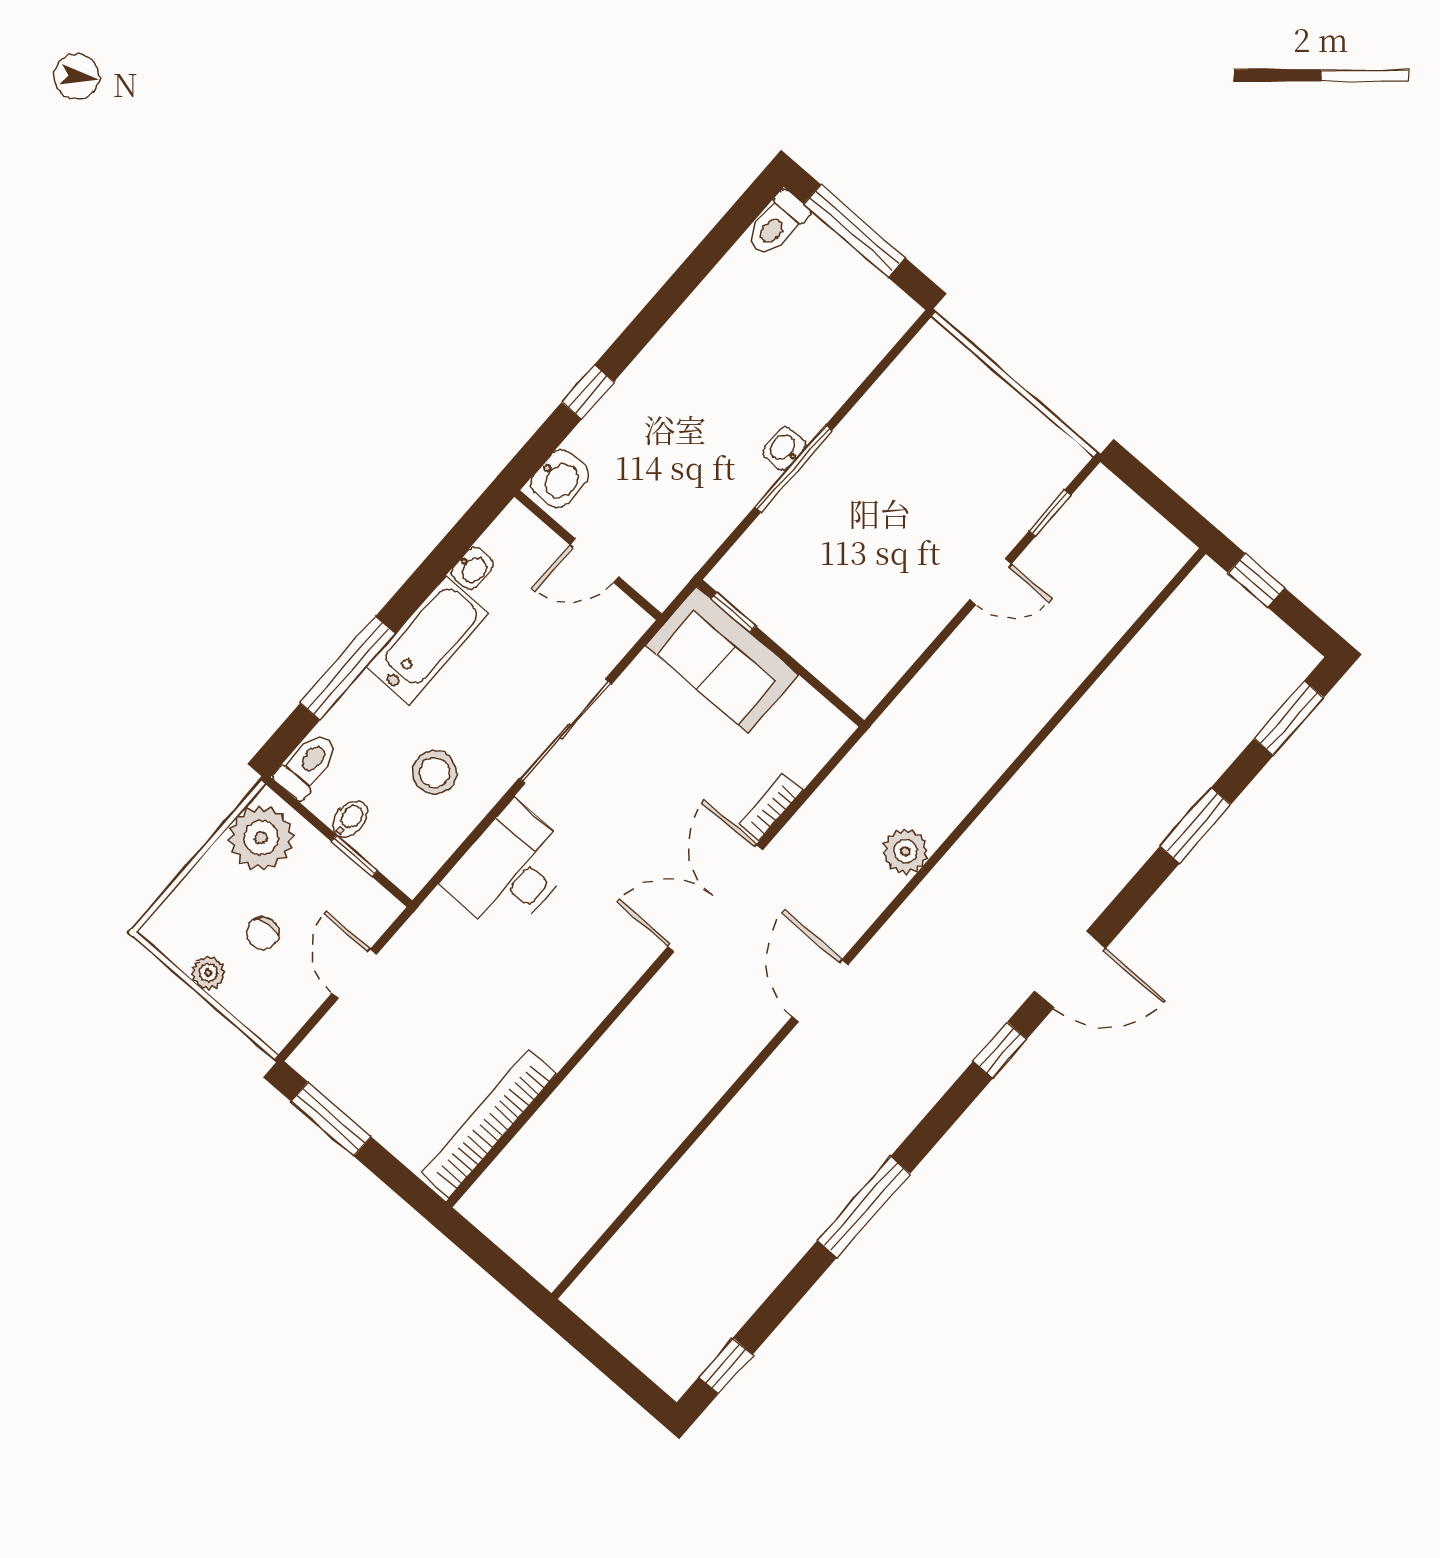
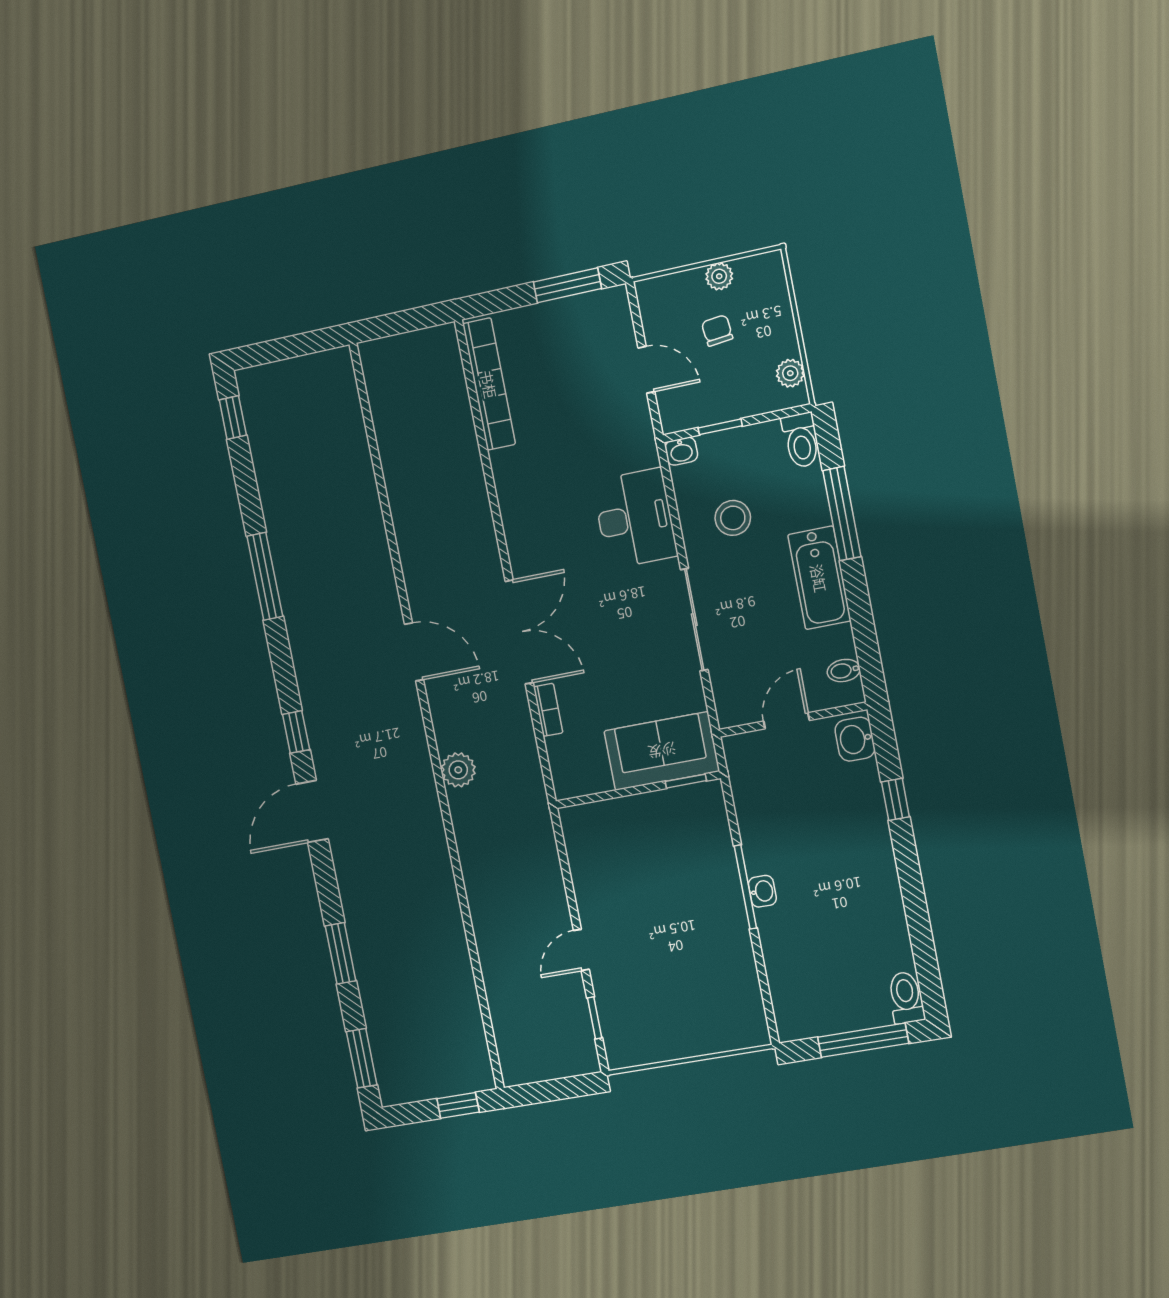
washbasin: (473, 569) -> (681, 451), moved, turned -90
bidet: (350, 819) -> (844, 671), moved, turned 90
plant: (261, 838) -> (790, 373), width x0.53, depth x0.53

